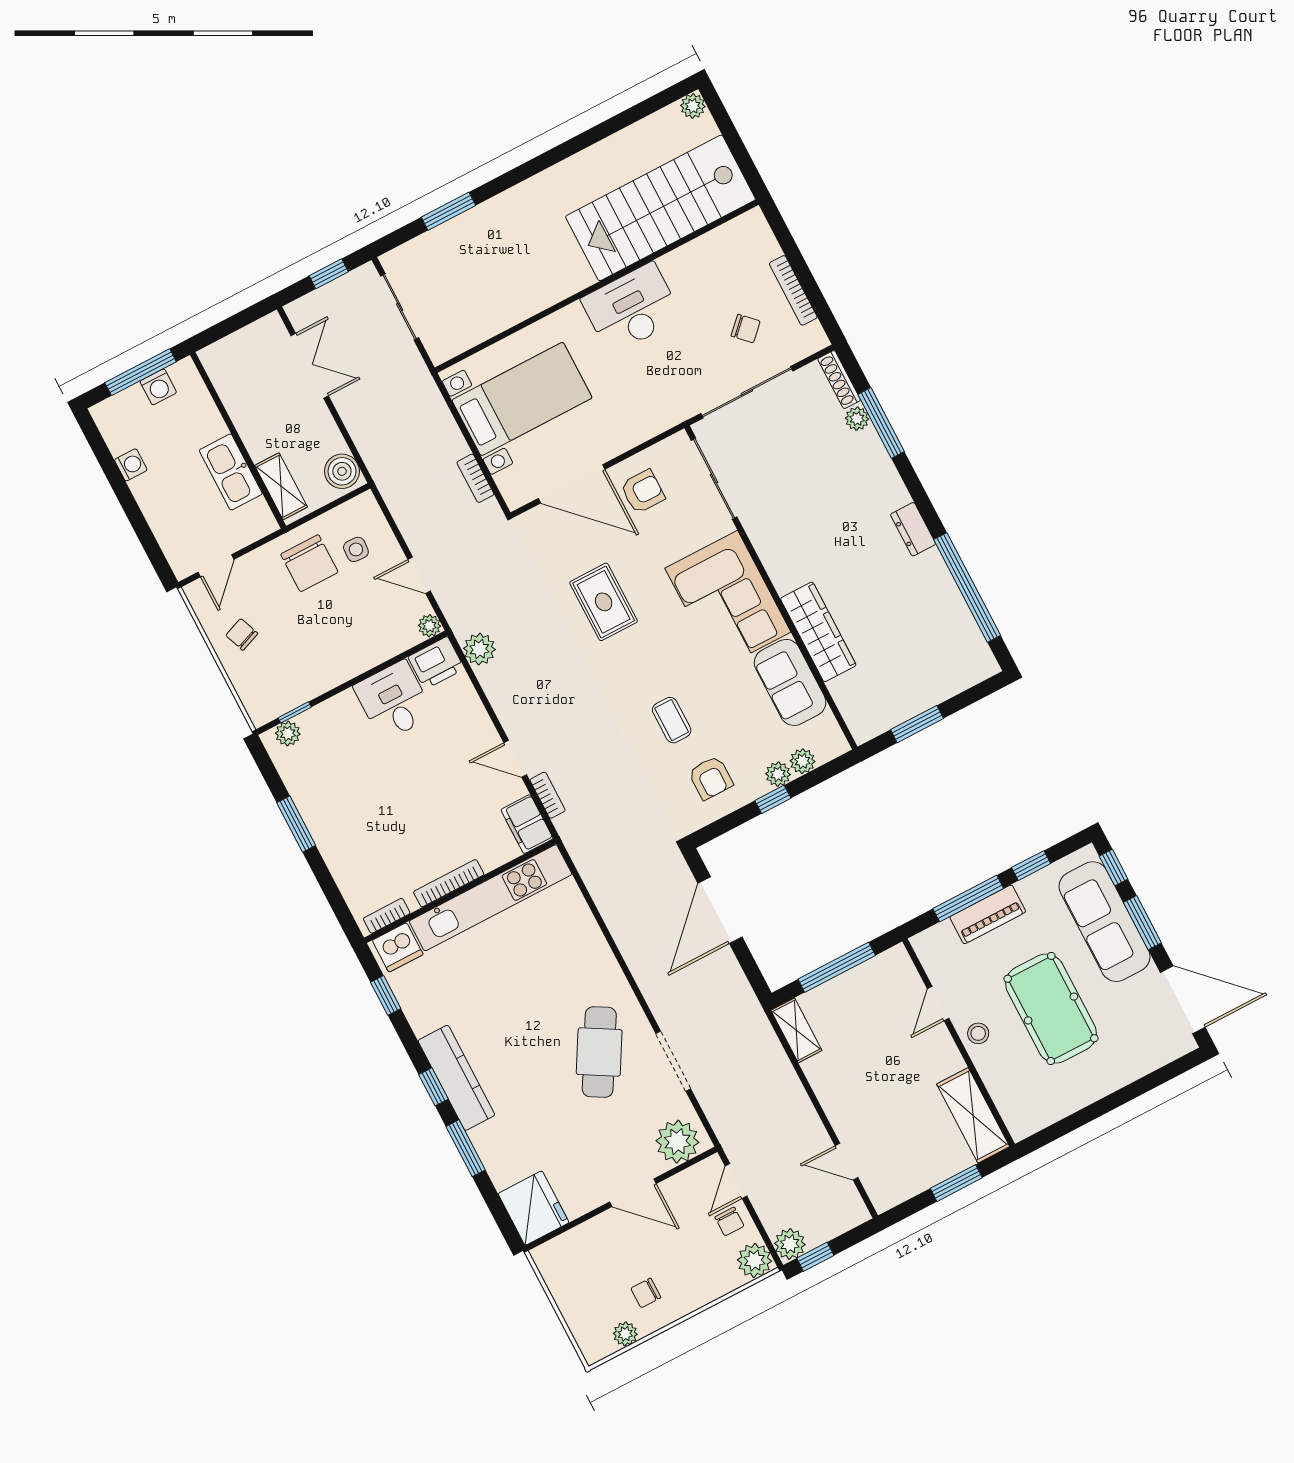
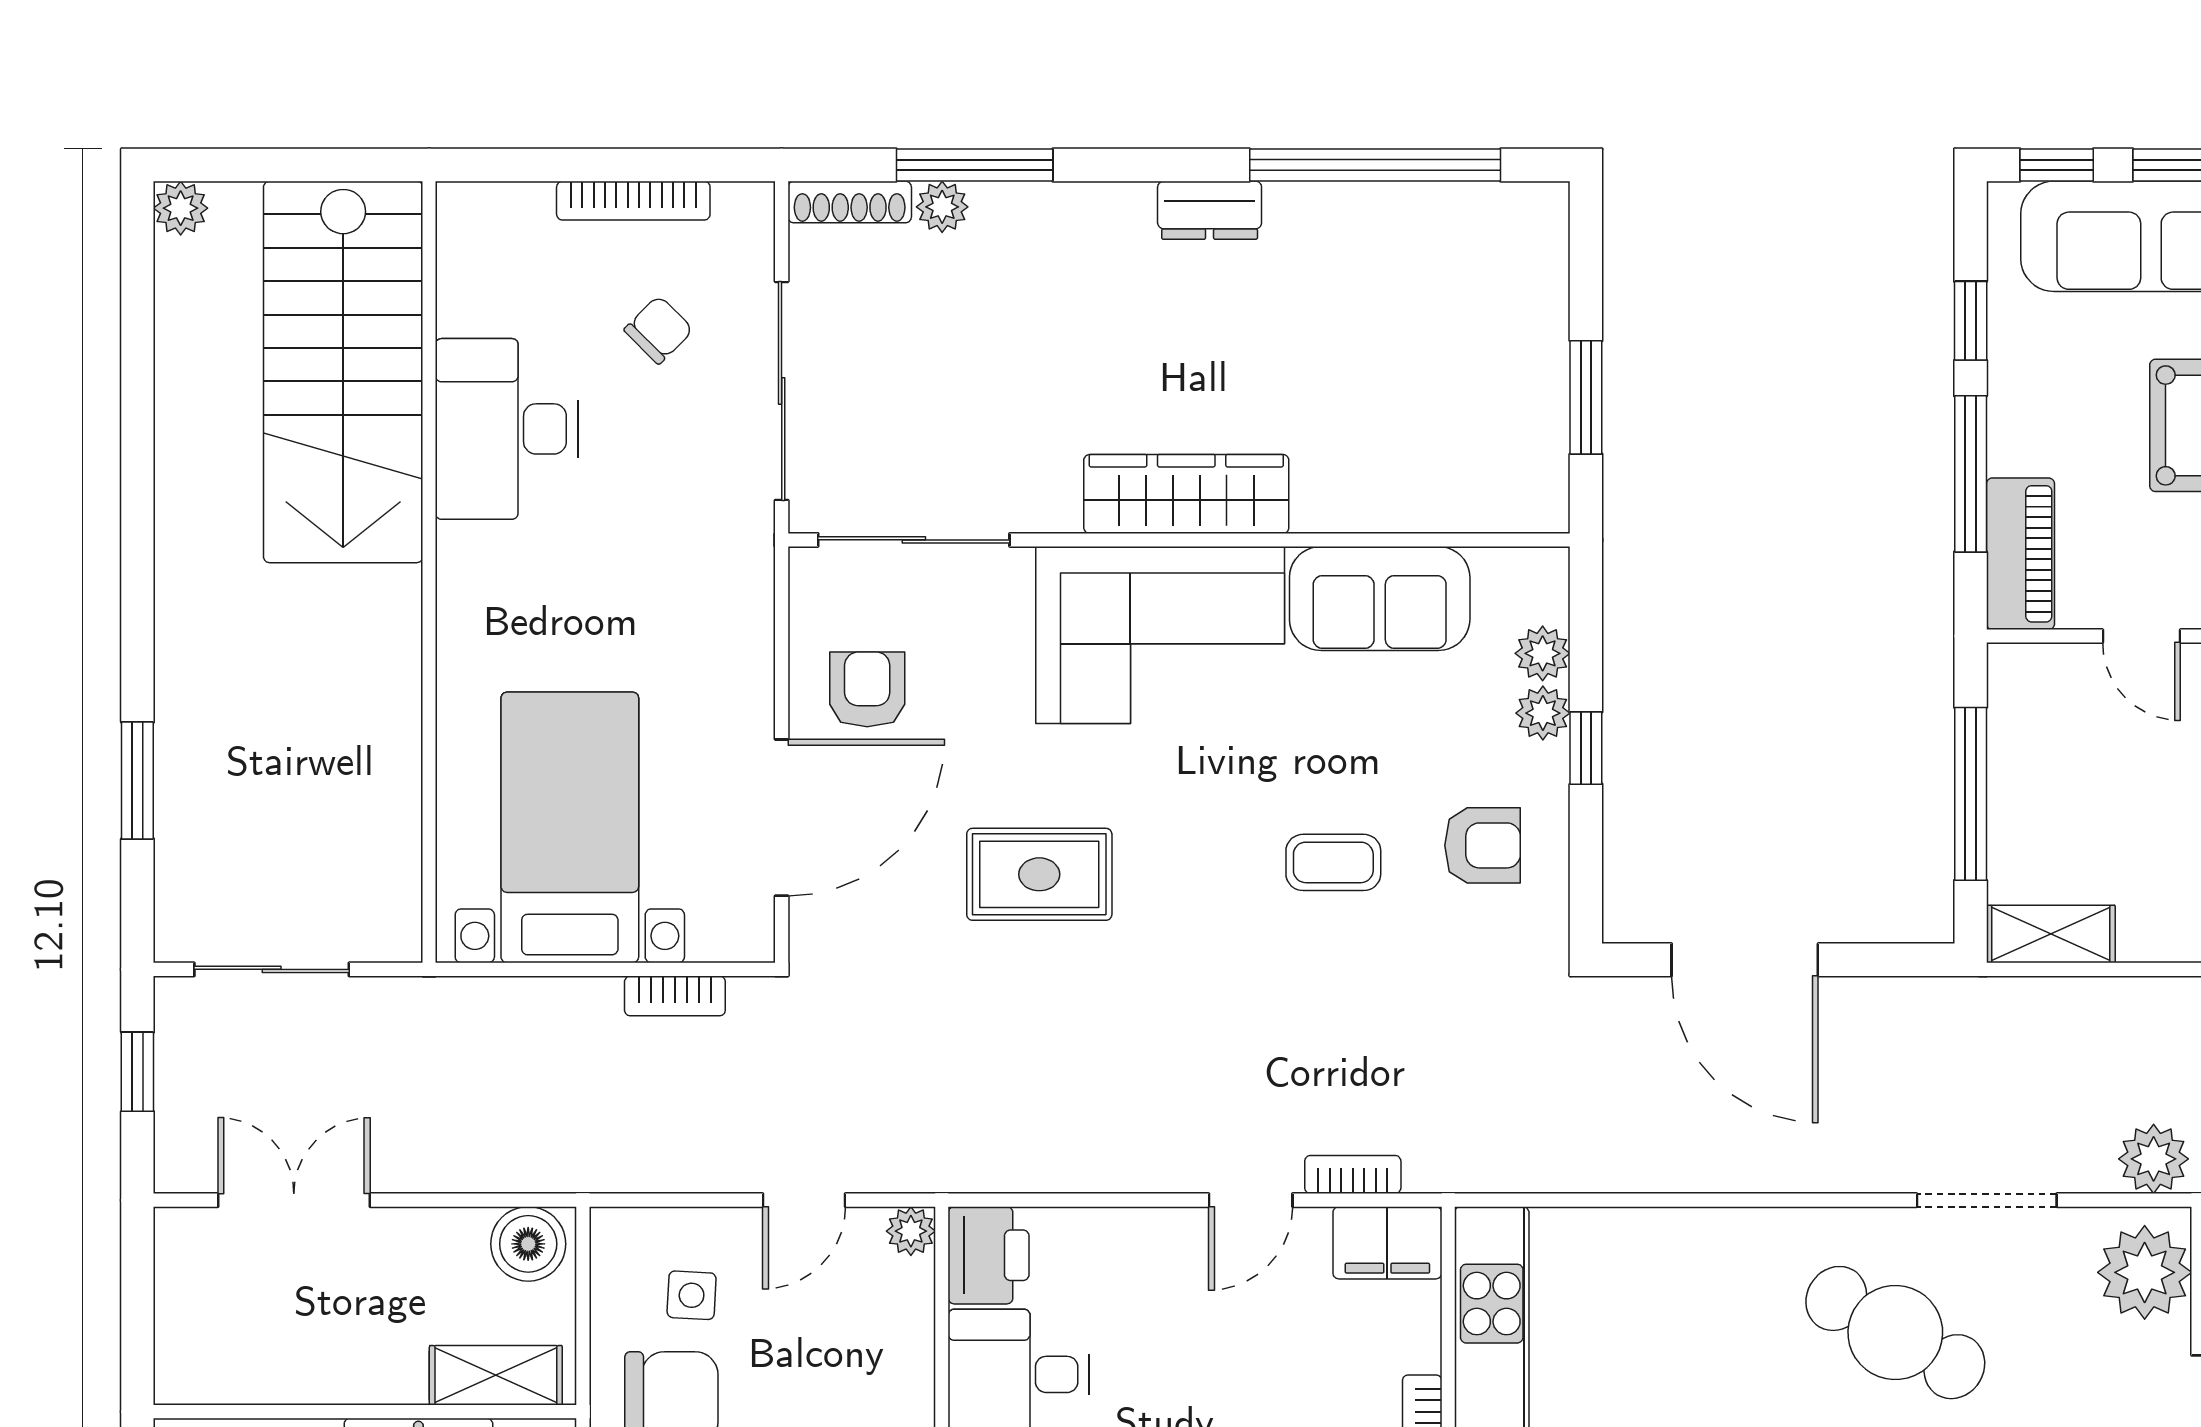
desk: (632, 309) -> (507, 429), moved
wardrobe: (818, 632) -> (1186, 494), moved
plant: (479, 649) -> (2154, 1159), moved
piano: (988, 914) -> (2020, 554), moved

